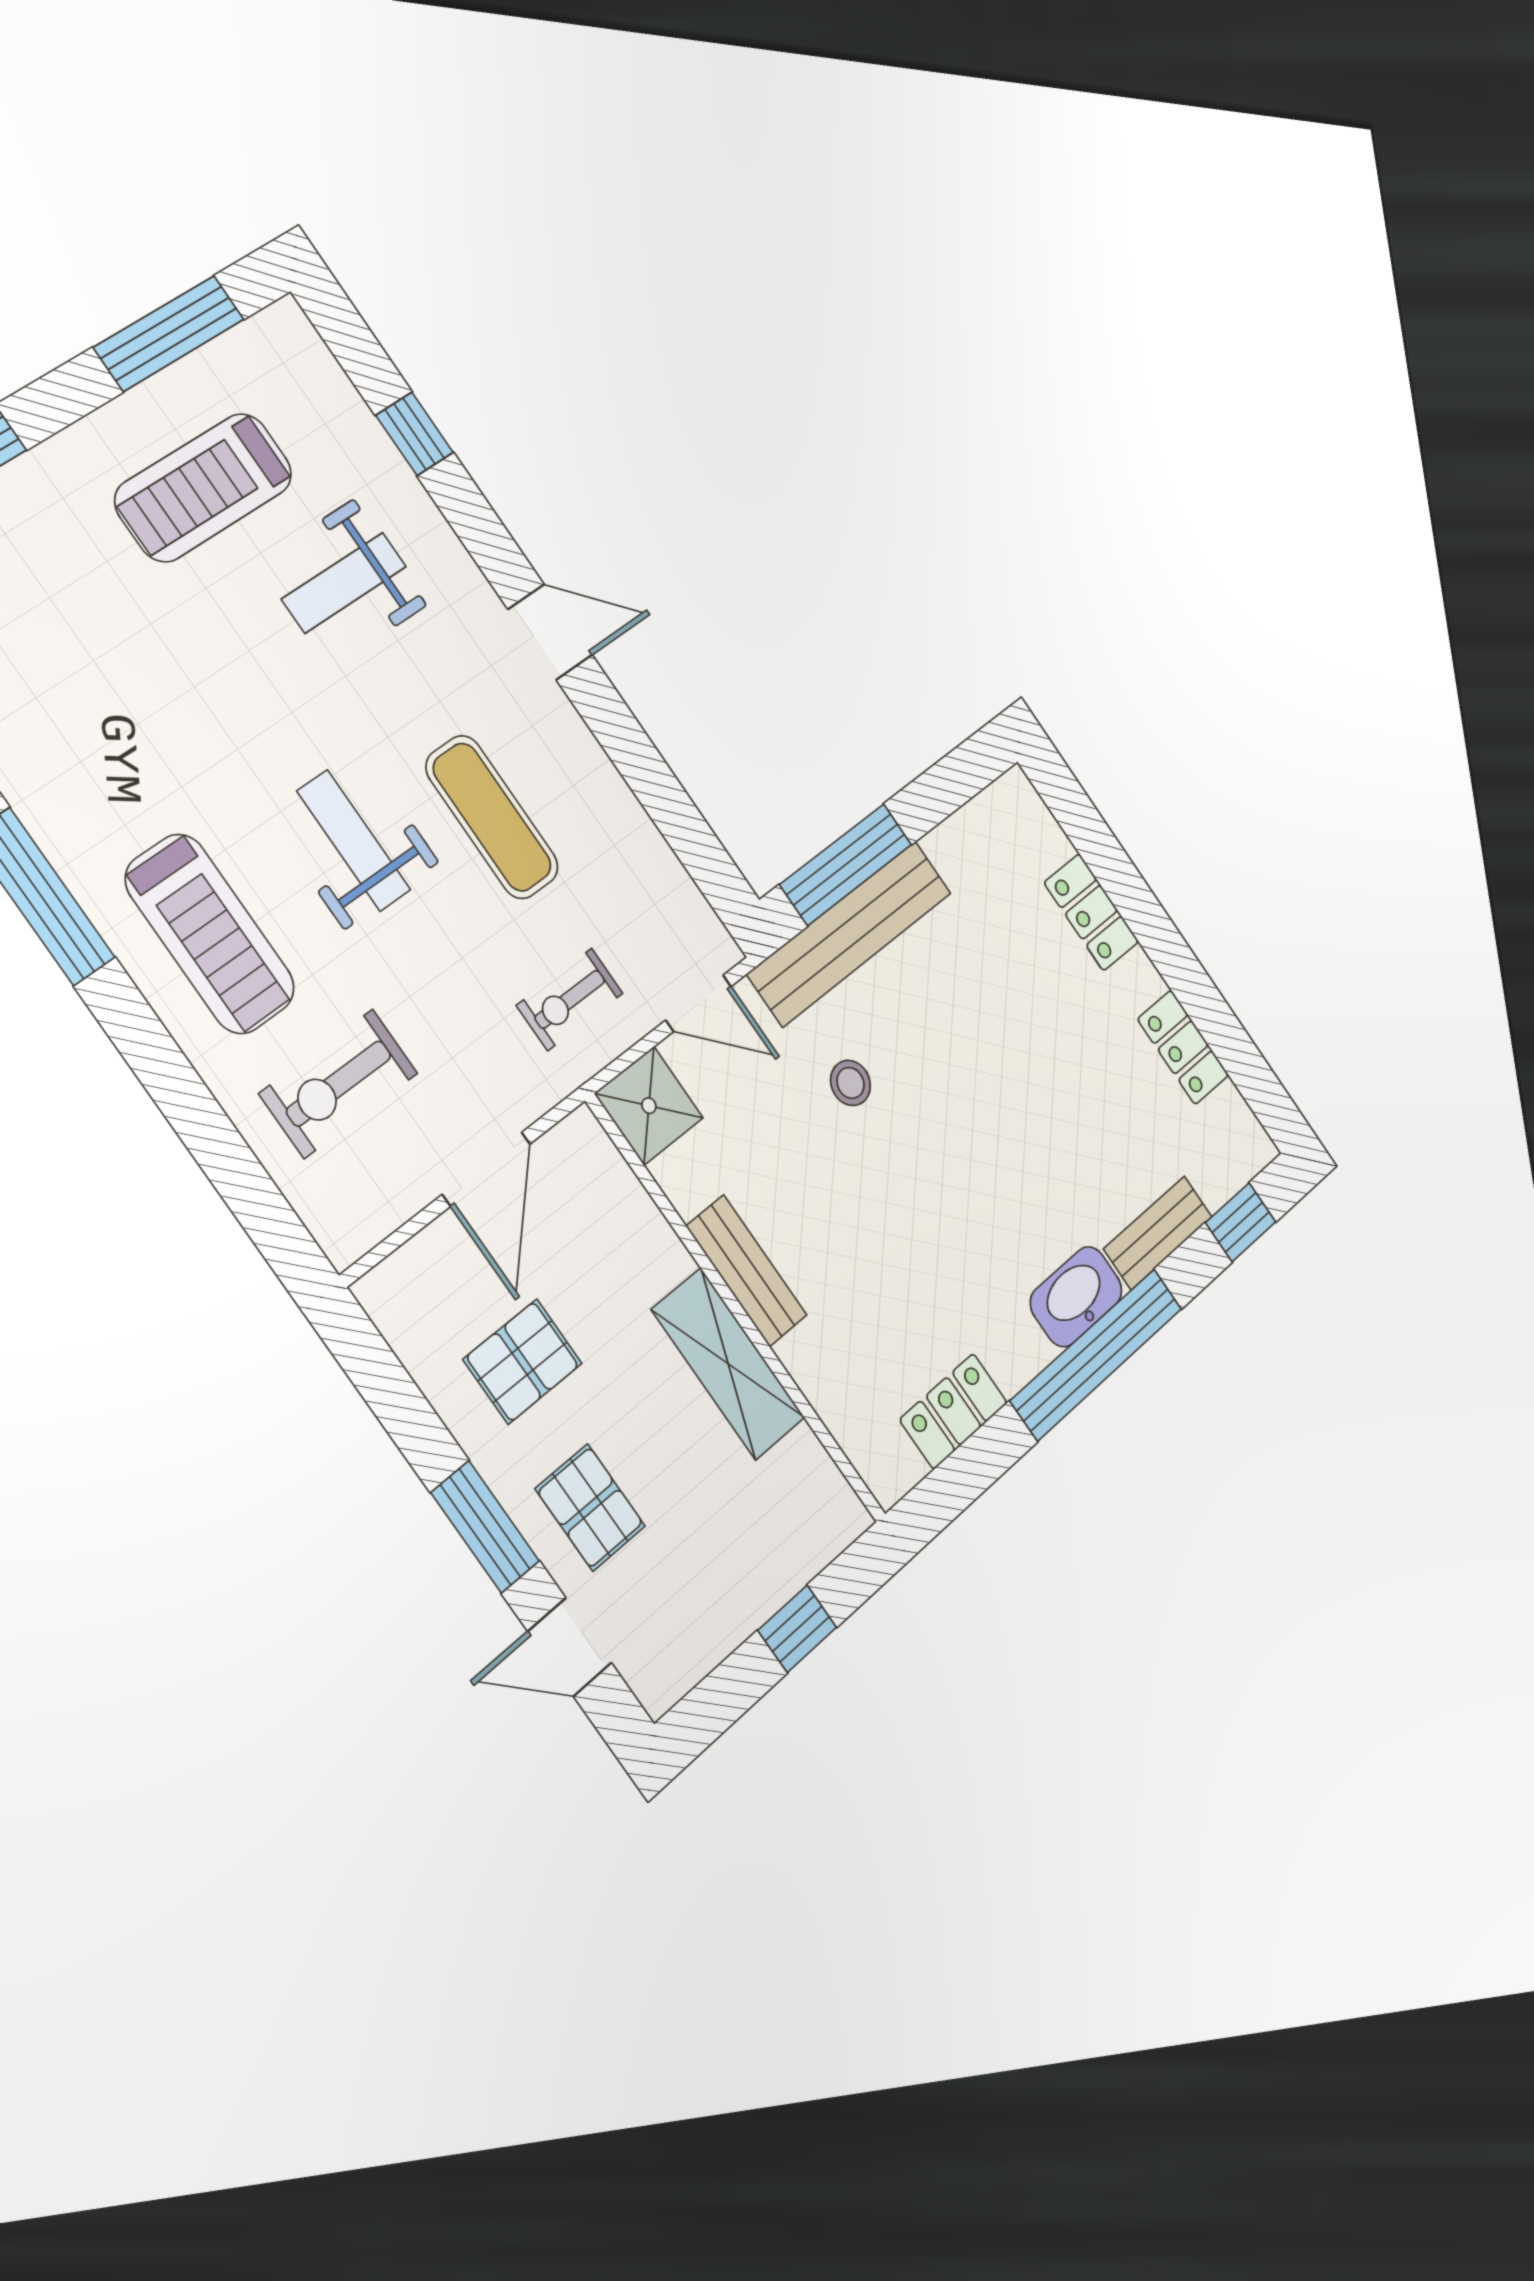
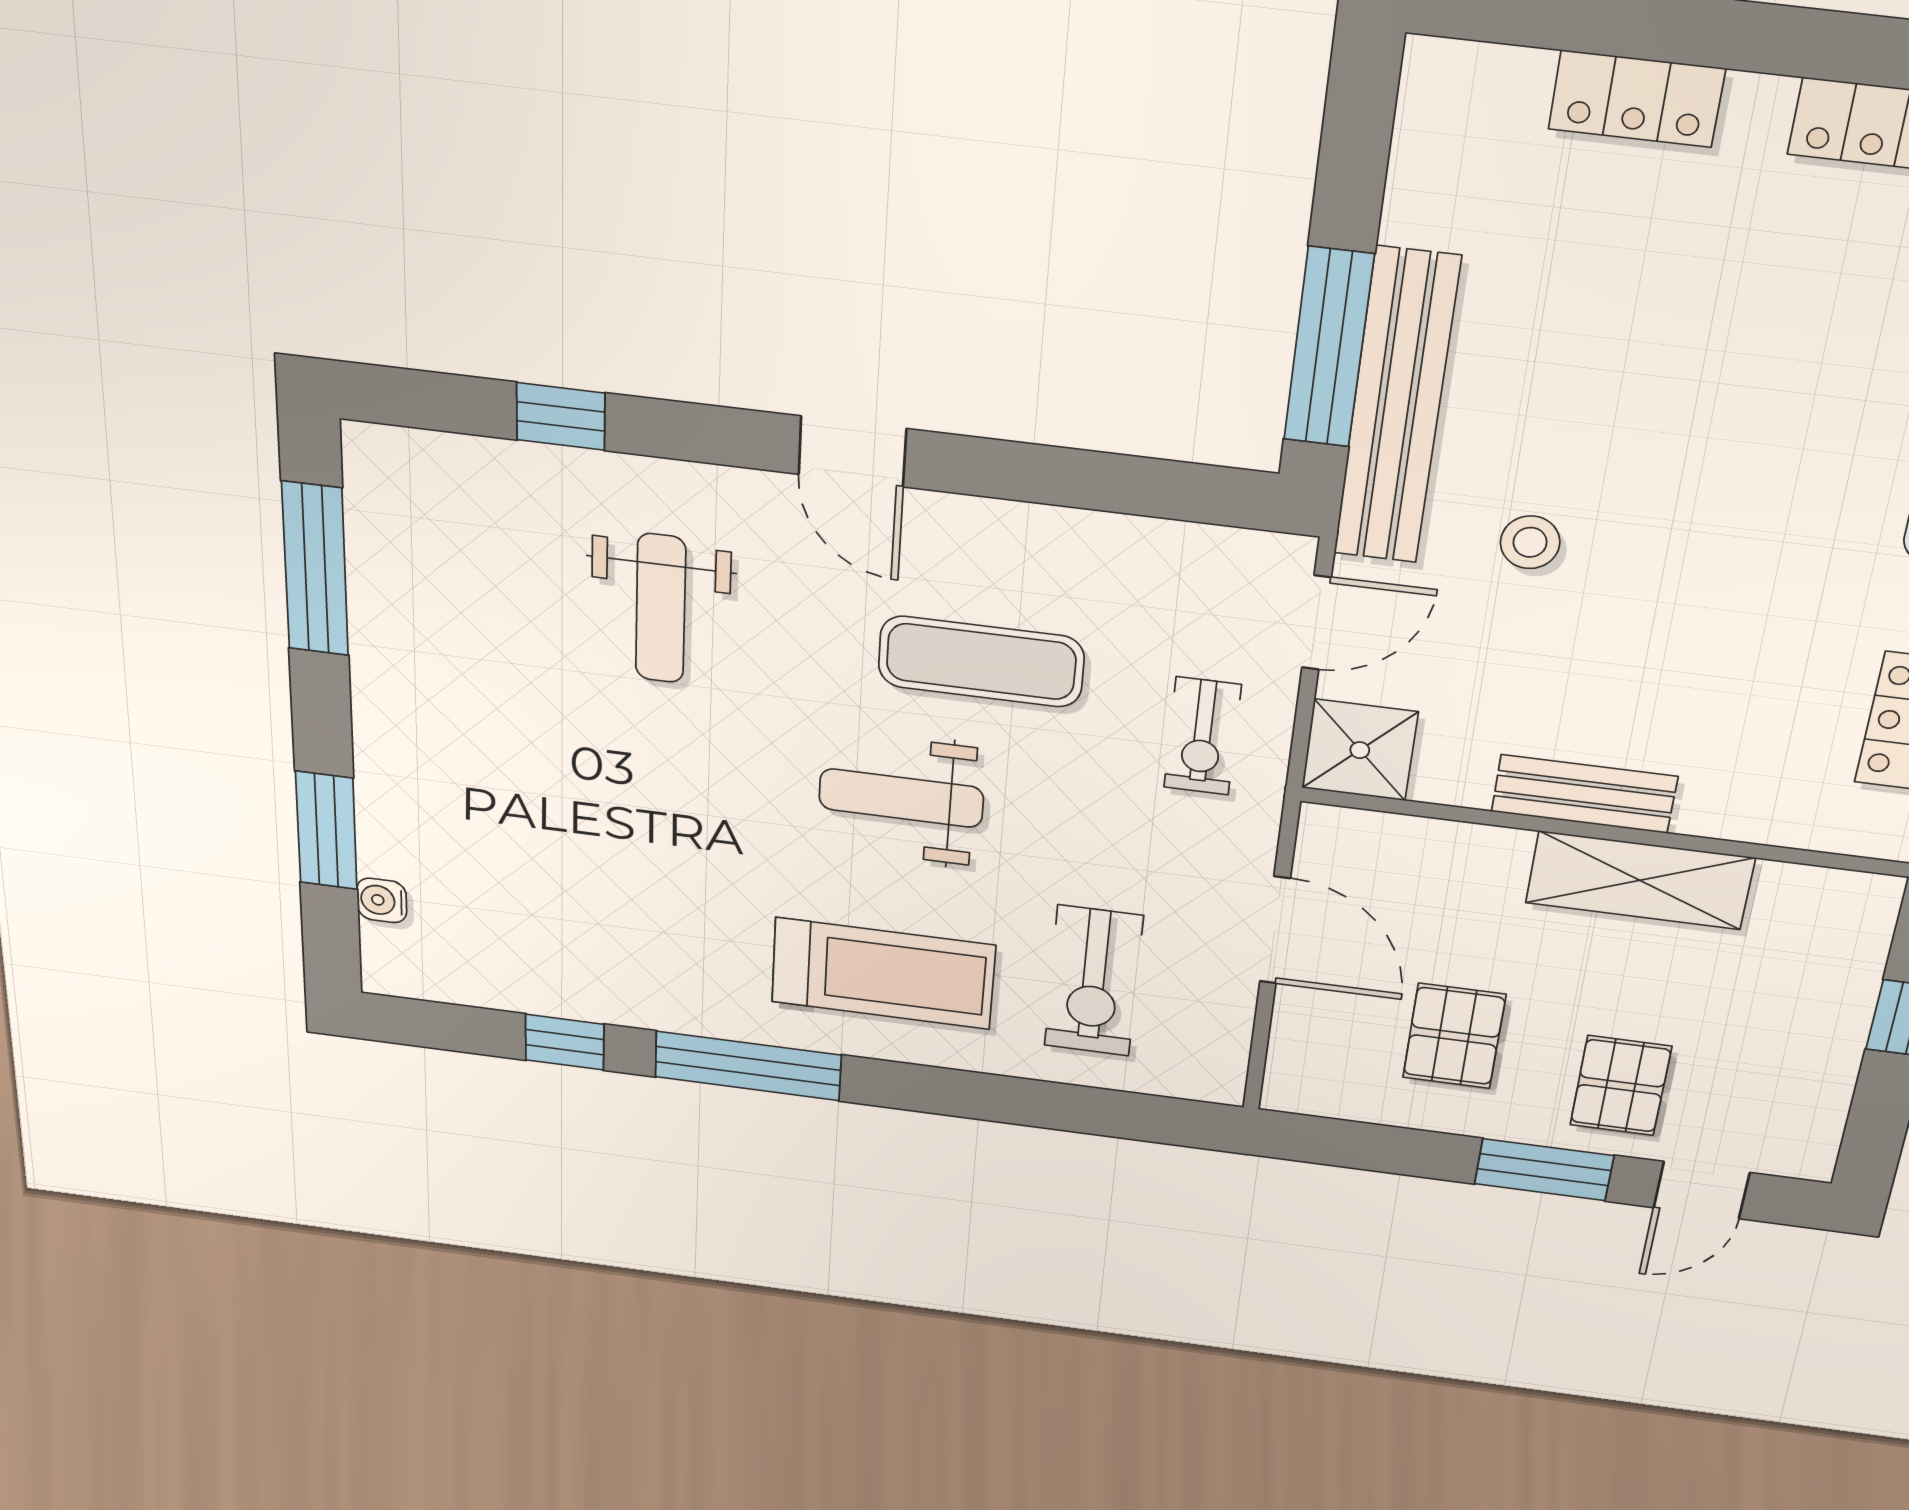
treadmill: (204, 487) -> (484, 659), removed
door: (550, 632) -> (852, 452), swing flipped
pallet: (590, 1507) -> (1621, 1086), turned 90

